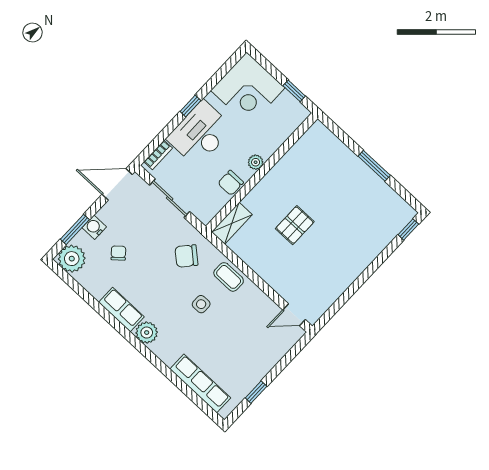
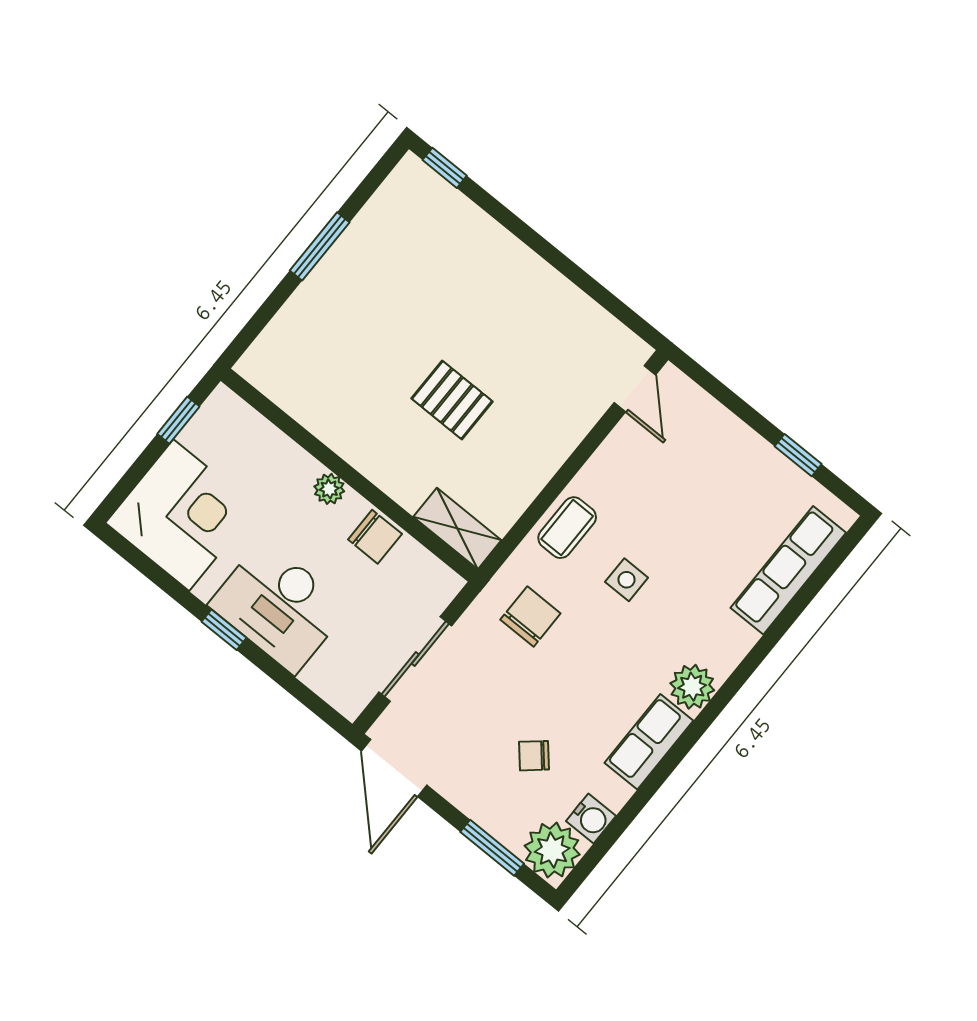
bookcase: (158, 155) -> (328, 689), removed
water cooler: (94, 227) -> (591, 818), moved, turned -90
chair: (186, 256) -> (530, 617), turned -131

